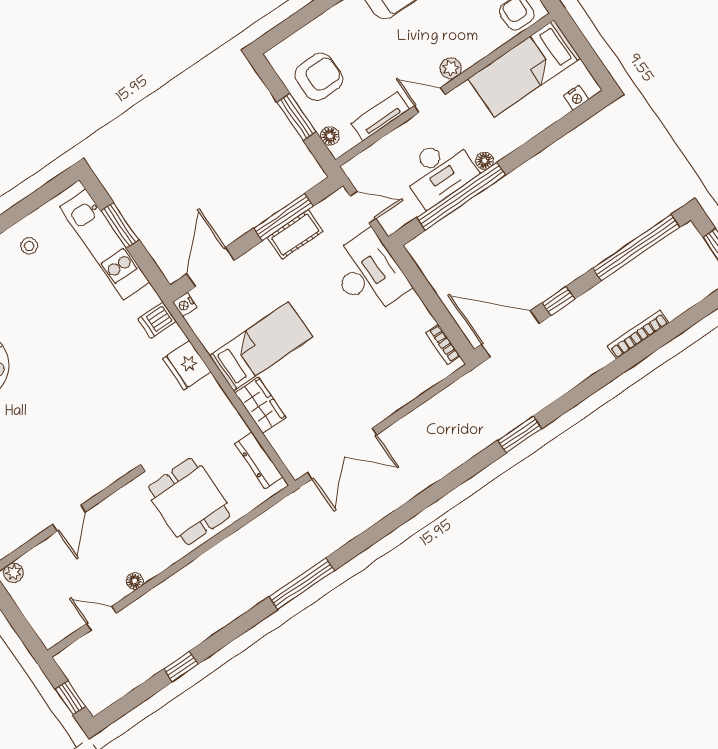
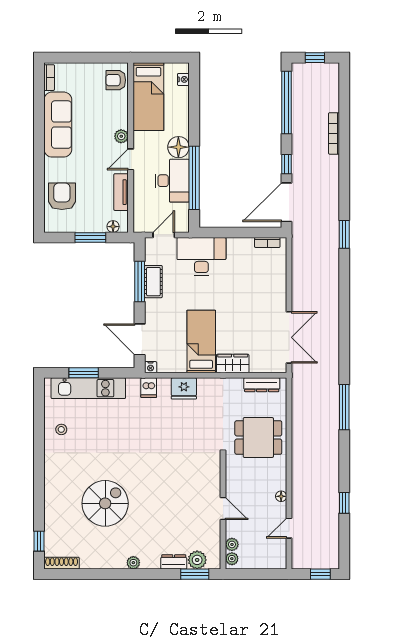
armchair: (319, 77) -> (62, 196), moved
floor lamp: (484, 161) -> (178, 147), width x1.89, depth x1.89
plant: (31, 561) -> (232, 544), added

